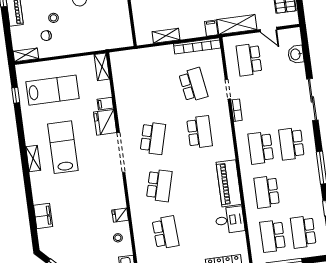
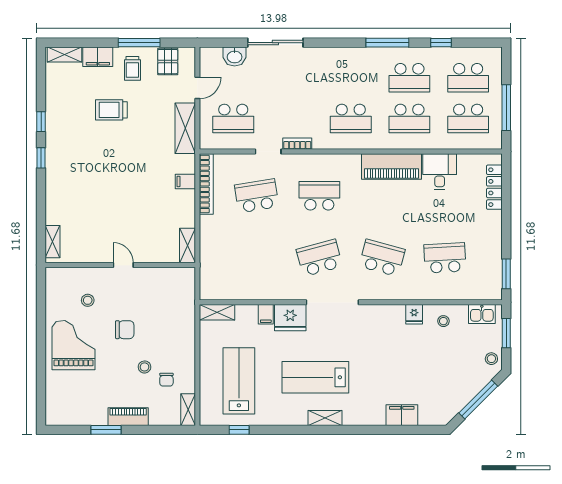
filing cabinet: (211, 28) -> (185, 181), moved
shelving: (166, 36) -> (187, 245), moved
sliding door: (312, 99) -> (275, 43), moved
school desk: (153, 138) -> (319, 258), turned -30
school desk: (291, 144) -> (409, 78), moved

